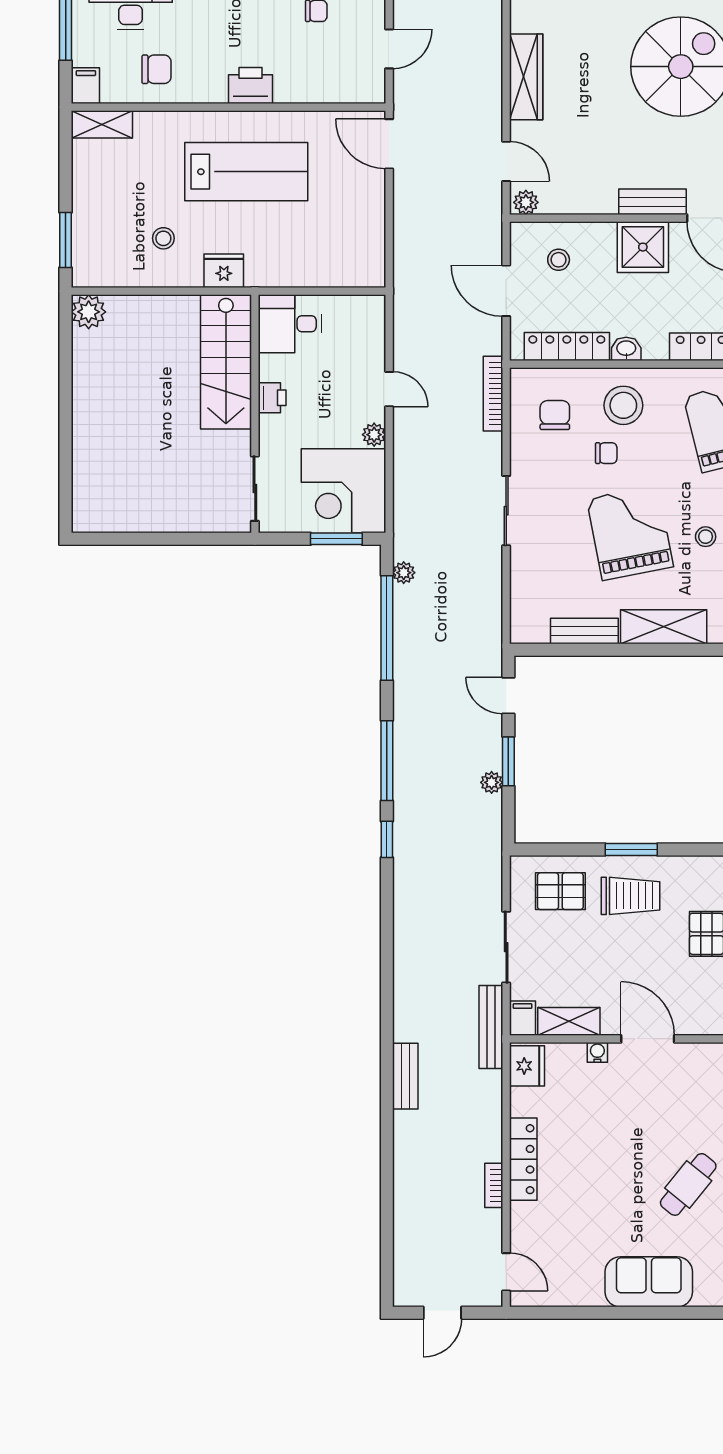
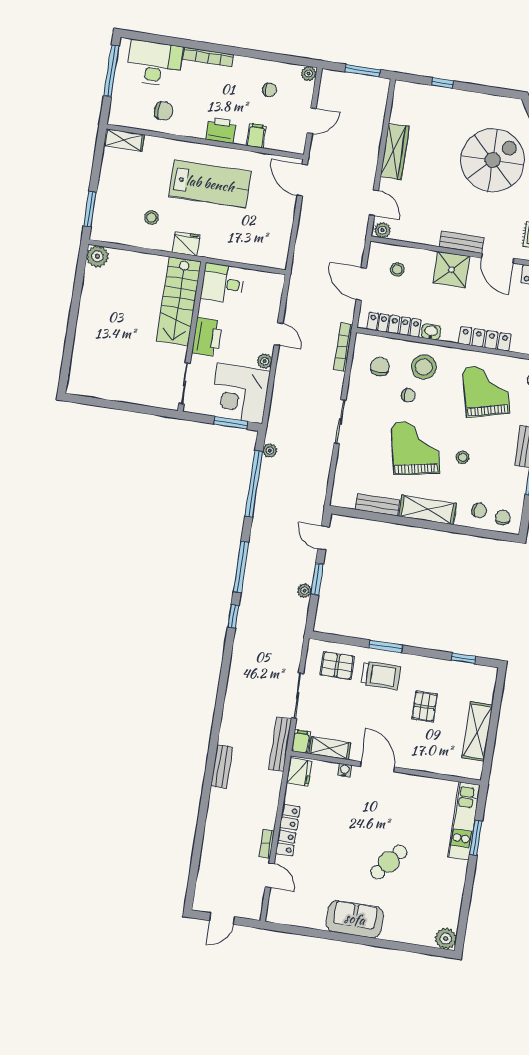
filing cabinet: (86, 86) -> (256, 136), moved
printer: (272, 398) -> (207, 337), width x1.87, depth x1.48
door: (506, 1272) -> (270, 875), moved

